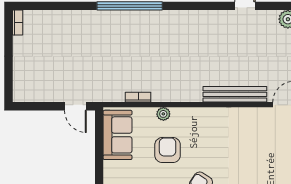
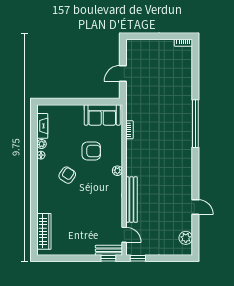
door: (75, 106) -> (123, 73), moved
plant: (163, 114) -> (117, 171), moved

